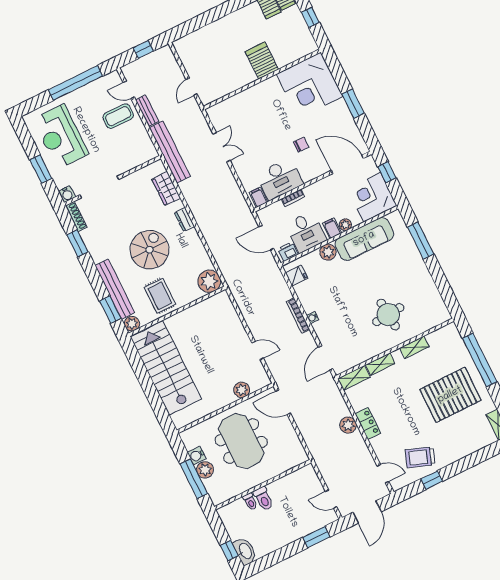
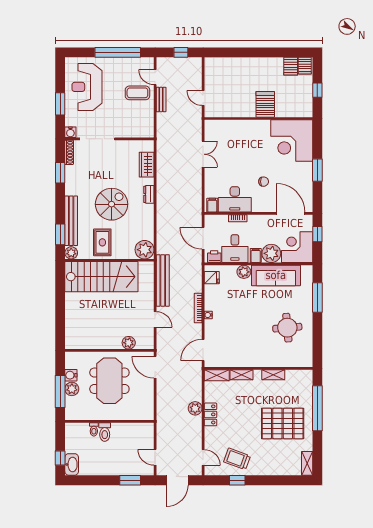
door: (192, 87) -> (203, 98), hinge flipped
bench: (170, 152) -> (163, 280), moved
plant: (345, 225) -> (271, 253), width x1.88, depth x1.88
round table: (388, 315) -> (287, 328), moved
stairs: (166, 368) -> (101, 277), moved, turned 90

